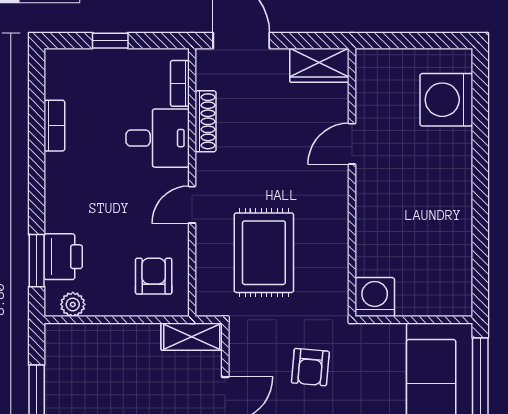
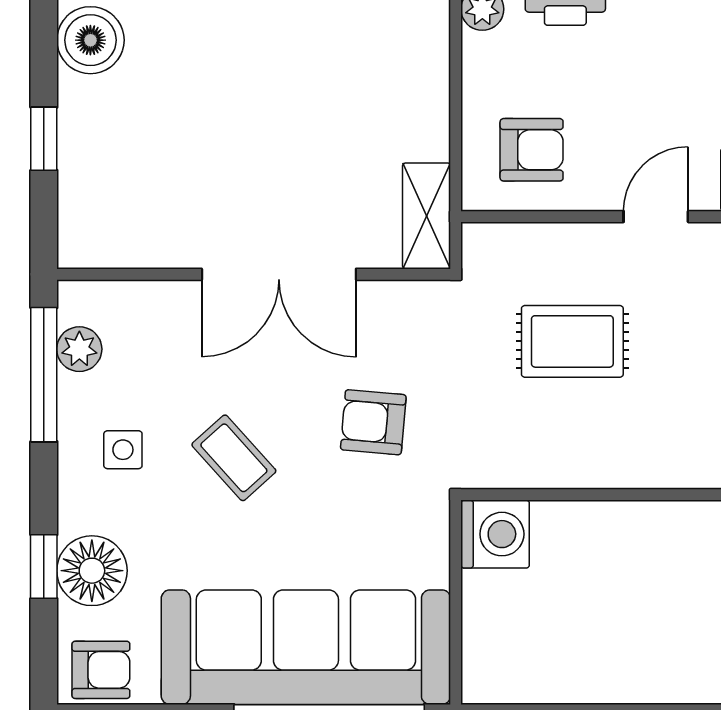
door: (192, 205) -> (656, 217), hinge flipped
rug: (264, 253) -> (572, 341), width x0.73, depth x0.70

